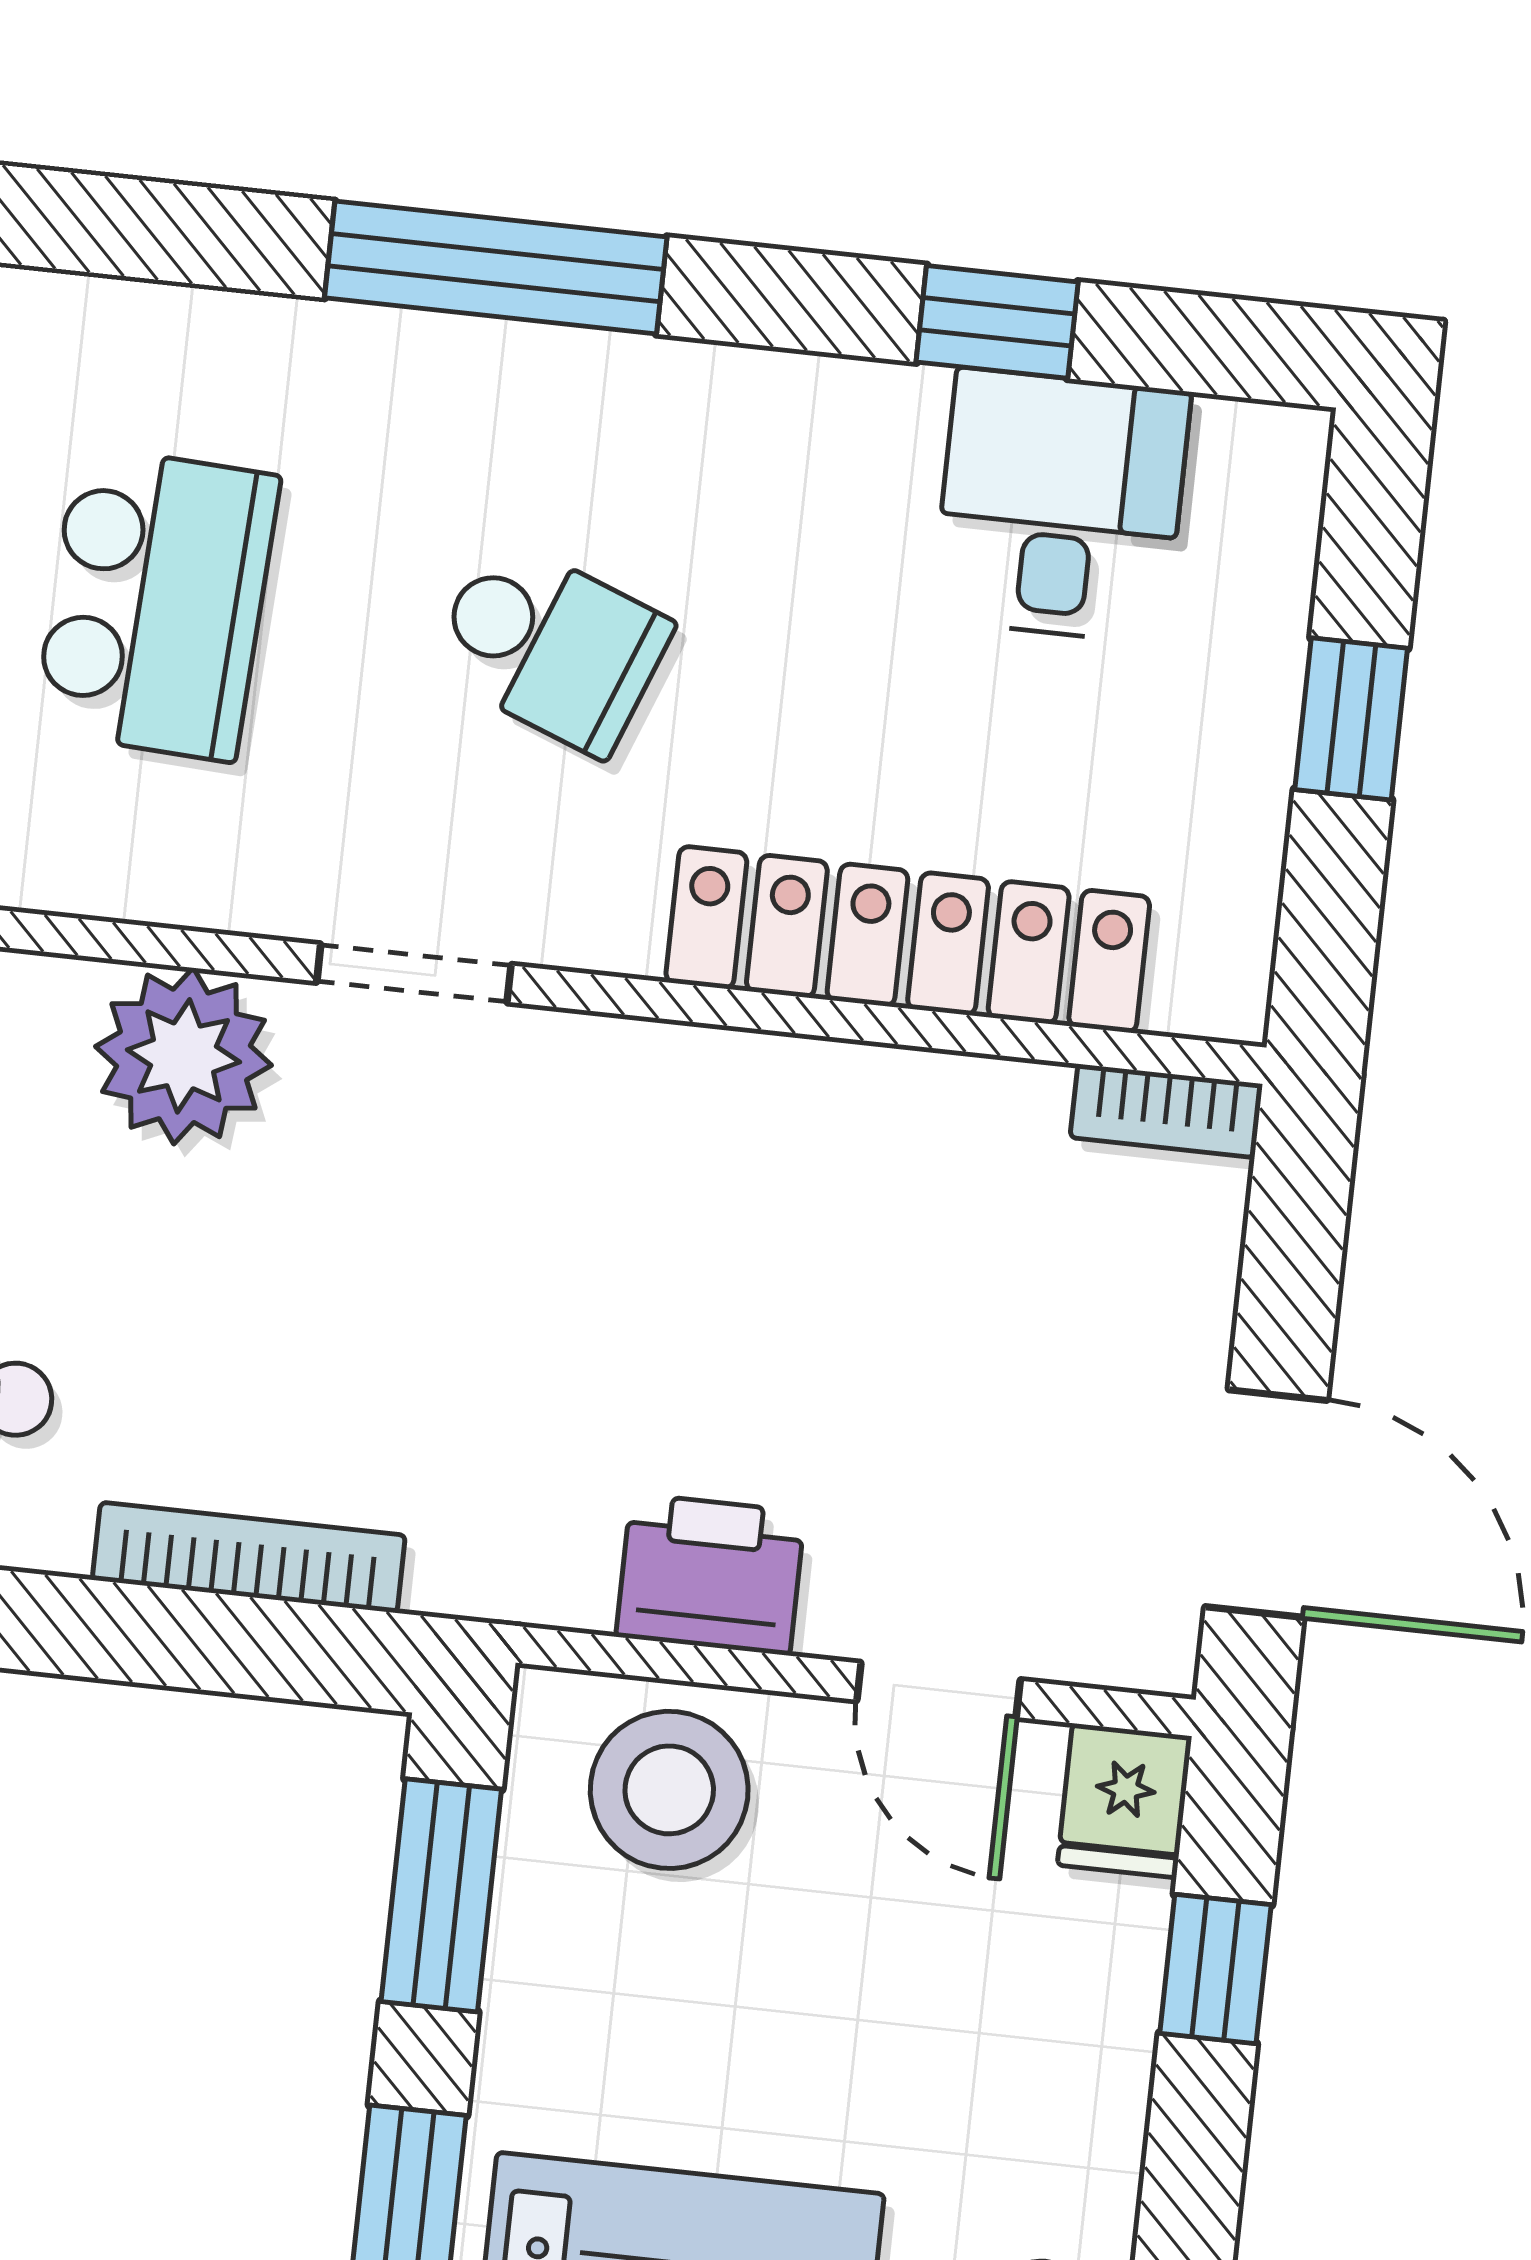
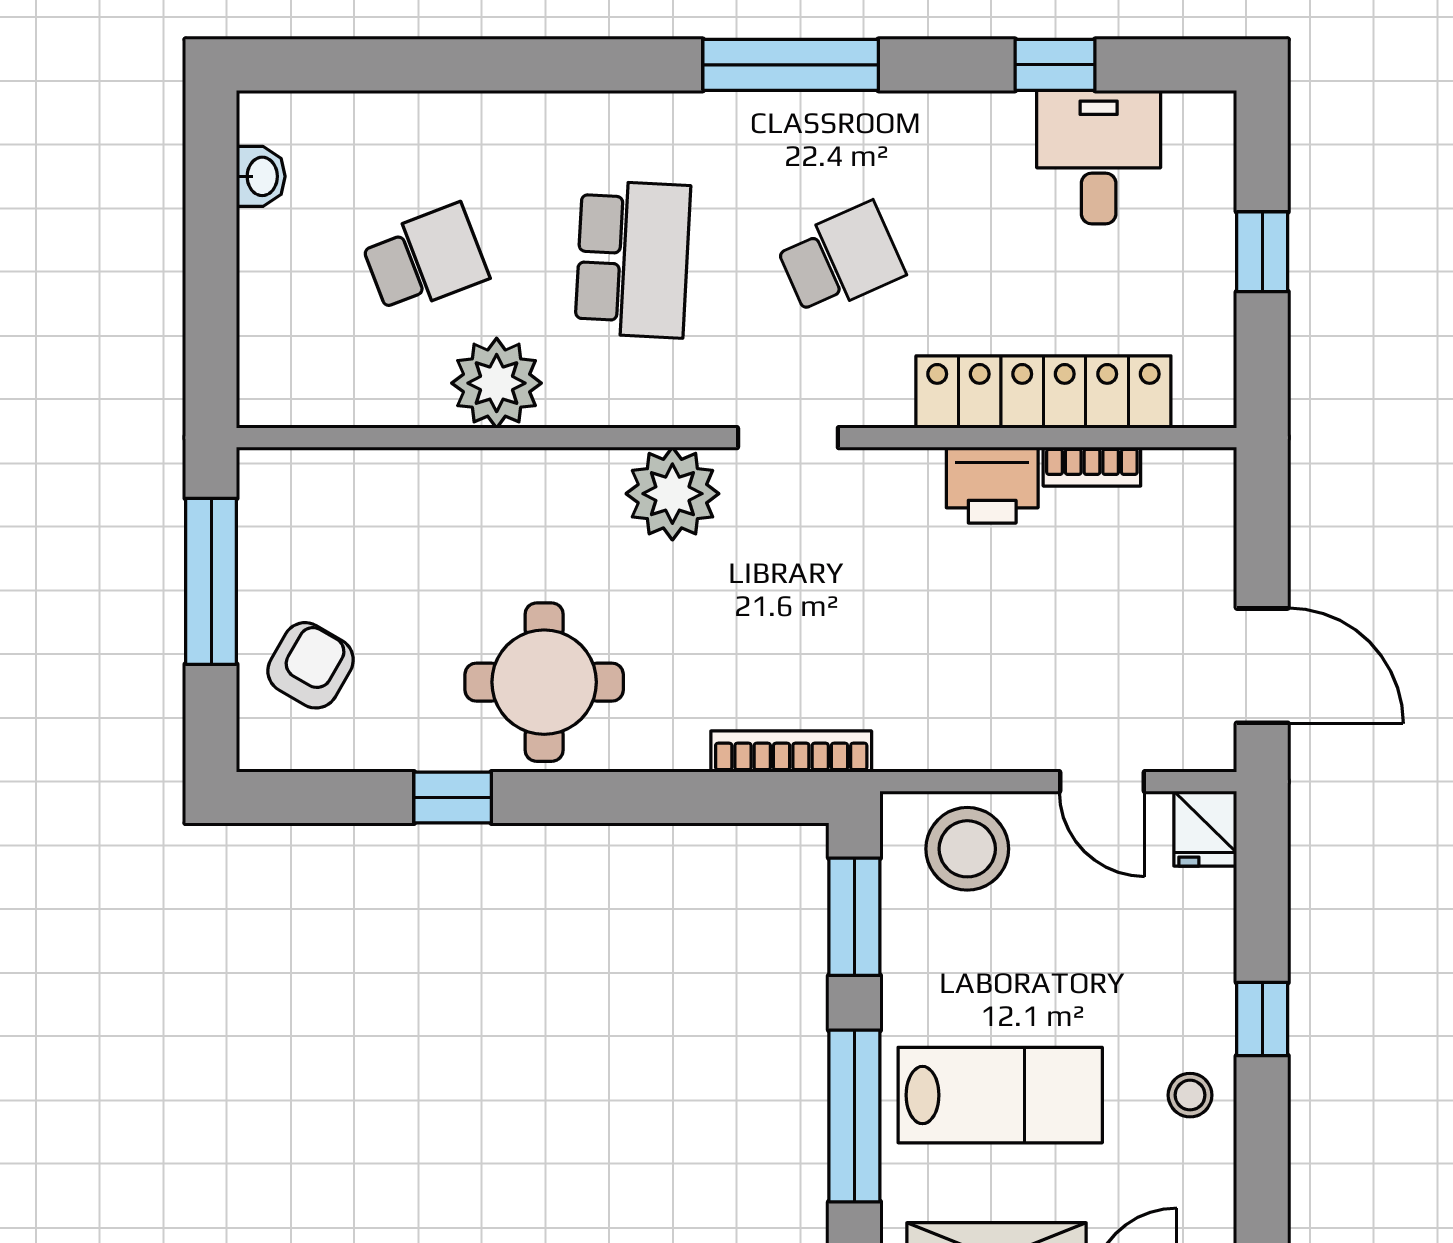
school desk: (550, 646) -> (840, 259), turned -45
bookcase: (1166, 1111) -> (1092, 467), moved
bookcase: (249, 1557) -> (791, 751), moved
printer: (710, 1574) -> (992, 485), moved, turned 180
window: (1215, 1969) -> (1262, 1019), moved

